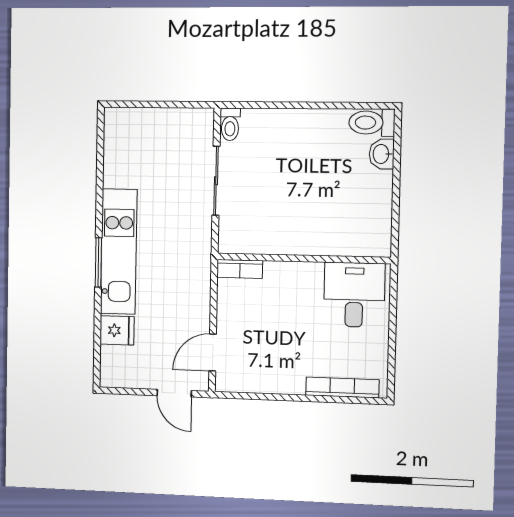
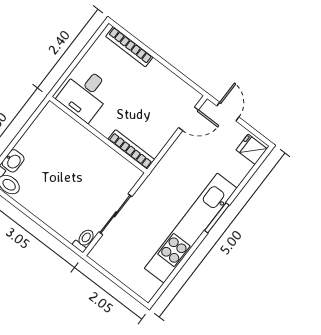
kitchen unit: (119, 252) -> (191, 228), width x1.36
bookcase: (240, 269) -> (131, 149), width x1.56
fridge: (117, 330) -> (252, 149), moved

